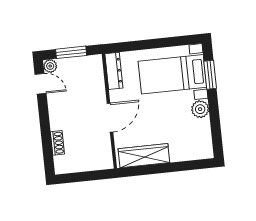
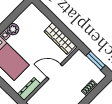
window: (84, 176) -> (96, 61), added

